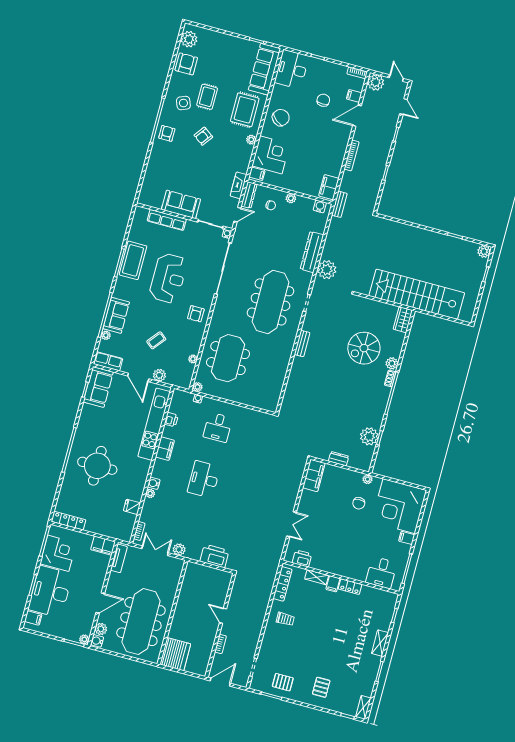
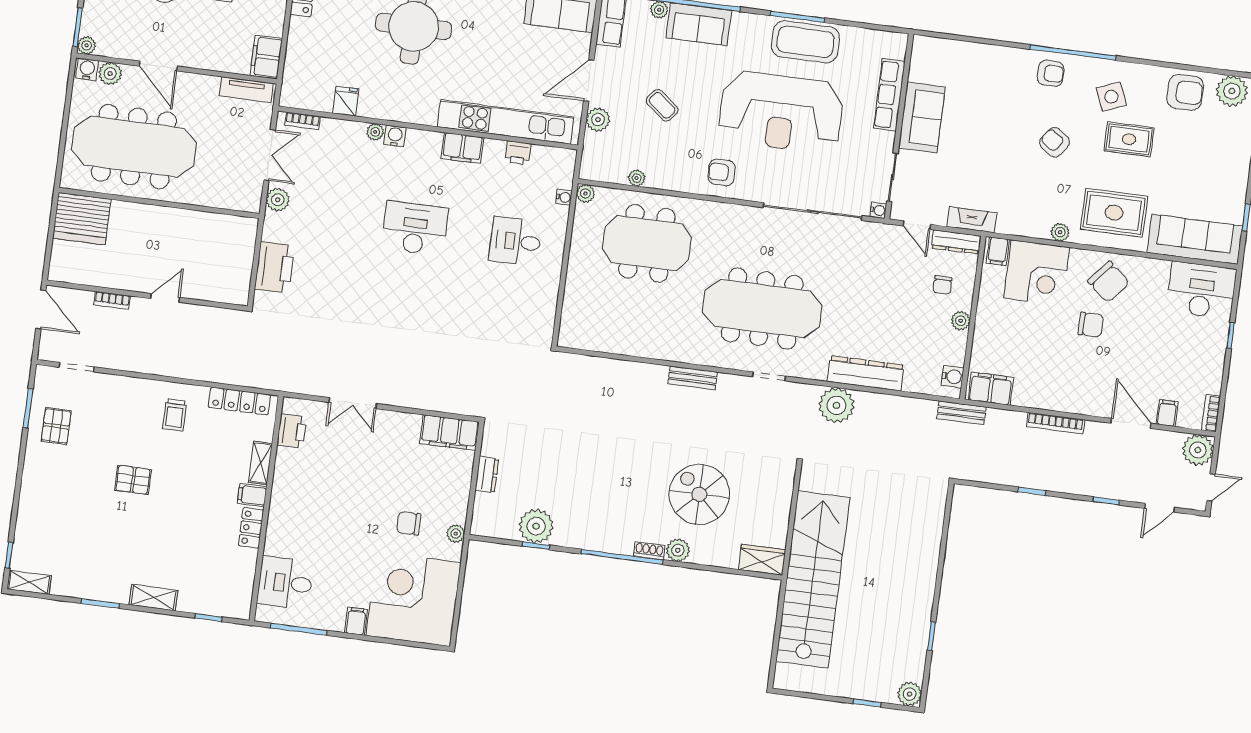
chair: (323, 100) -> (1091, 325), moved
reception desk: (168, 278) -> (781, 112), width x1.36, depth x1.30
pallet: (321, 687) -> (133, 480), moved

